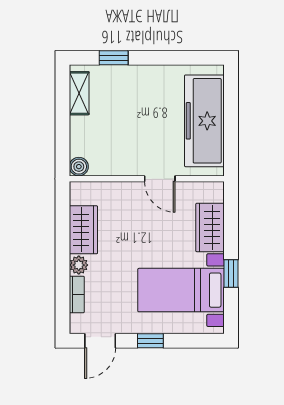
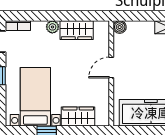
door: (160, 179) -> (111, 67), moved
bookcase: (77, 294) -> (18, 26), moved

